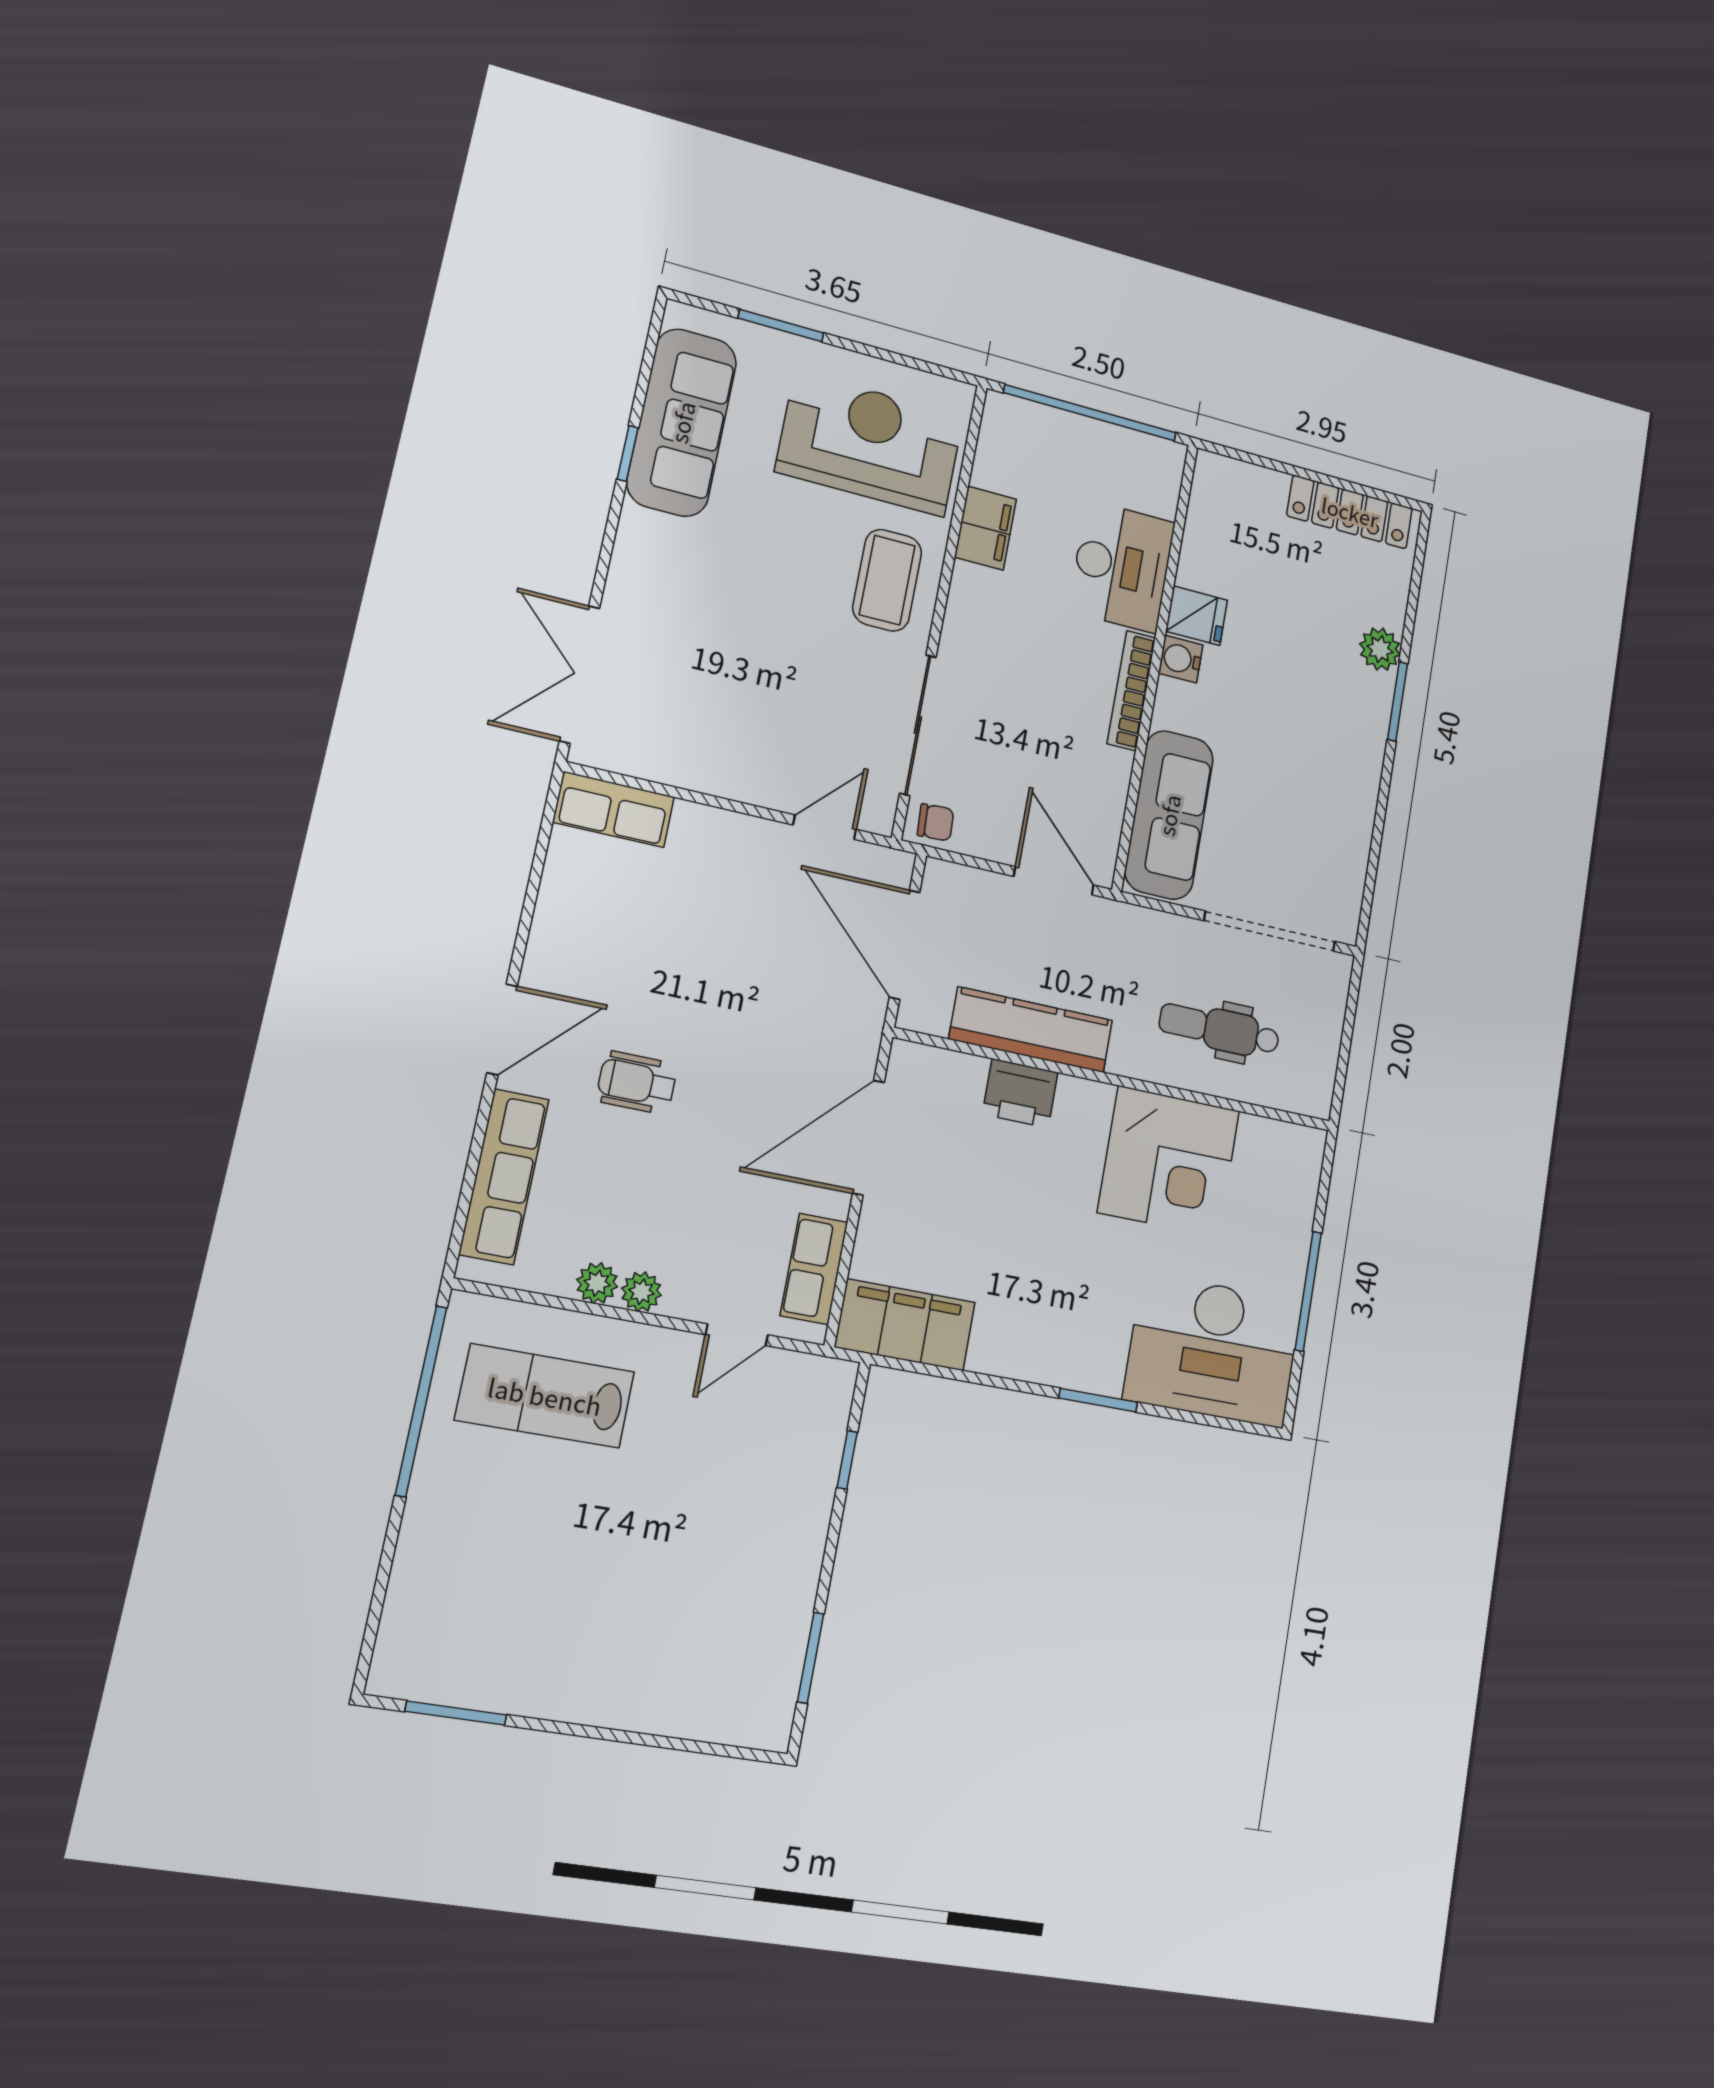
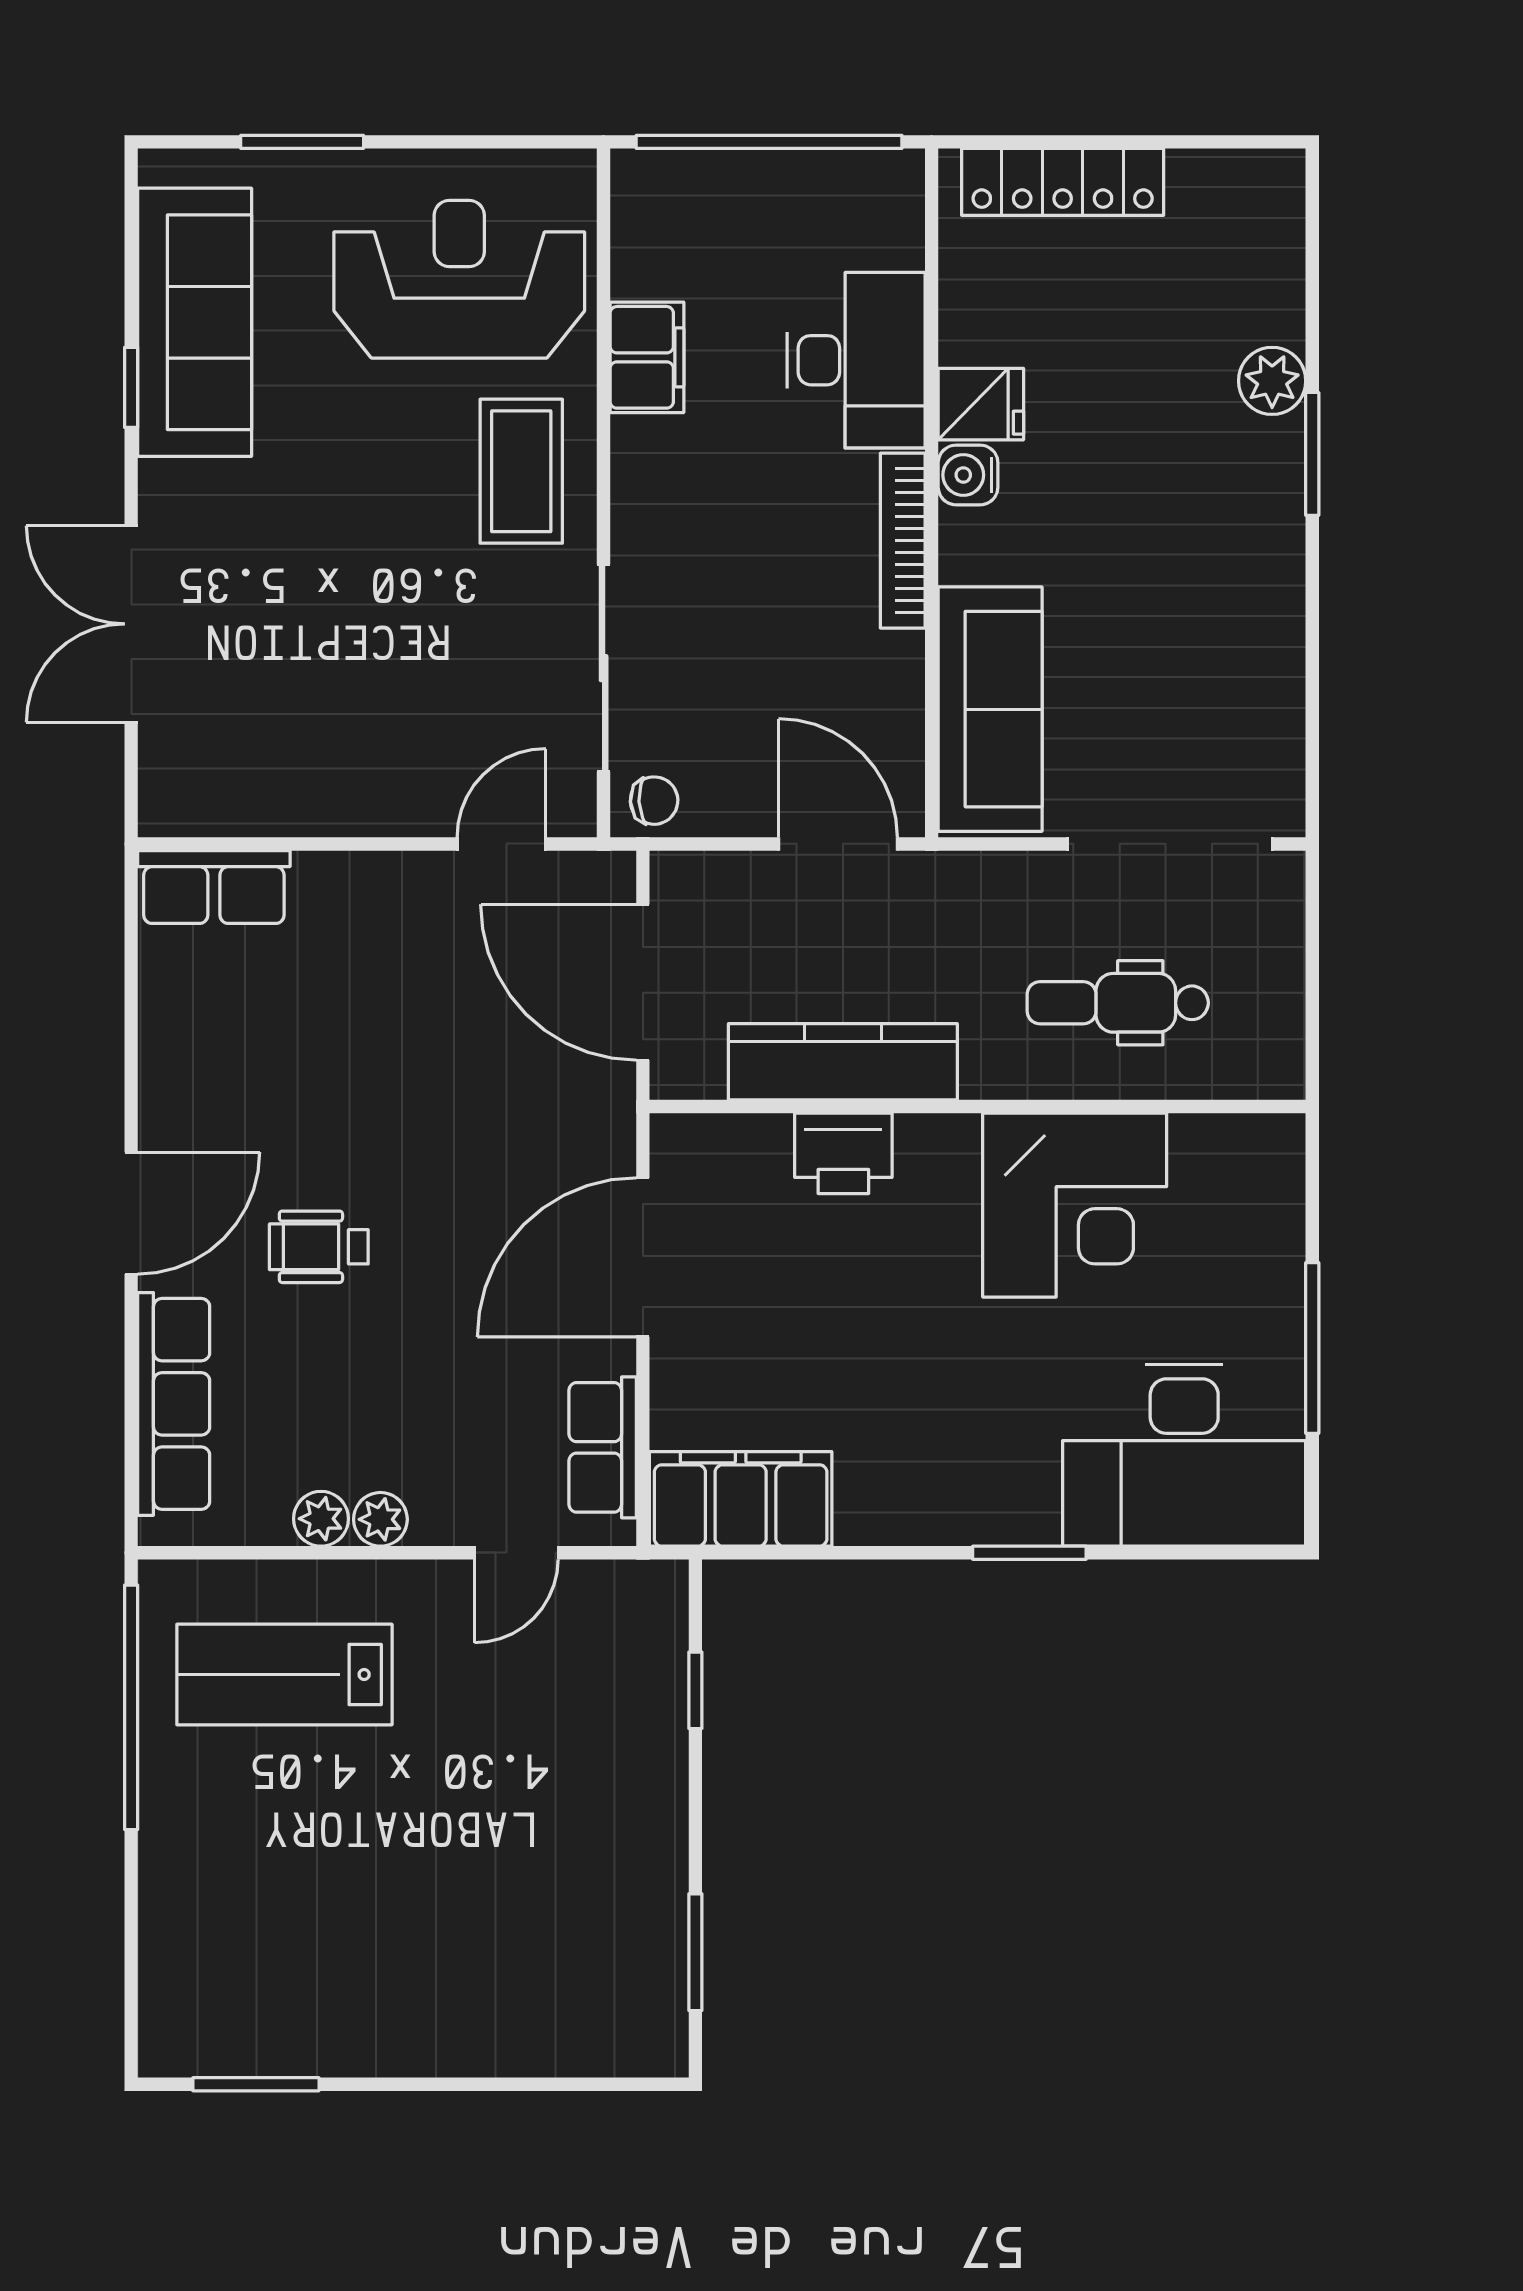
locker: (1350, 512) -> (1063, 182), moved
double door: (579, 674) -> (131, 624), moved

